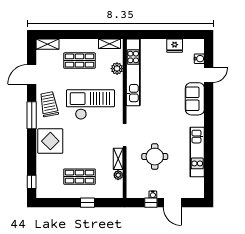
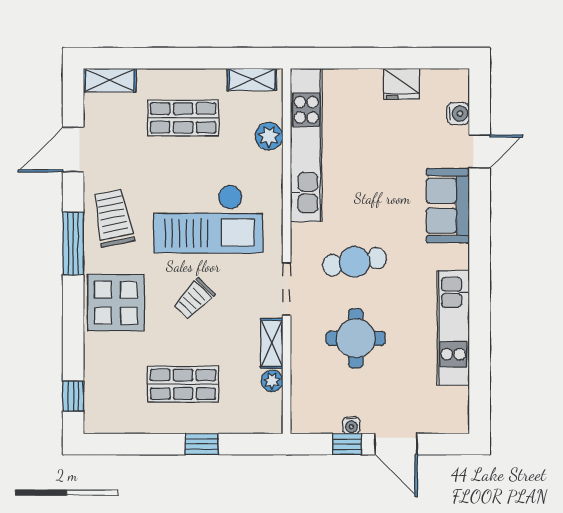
checkout: (90, 105) -> (208, 219), turned 180
cafe table: (154, 123) -> (355, 262), added
trolley: (84, 139) -> (194, 299), added

